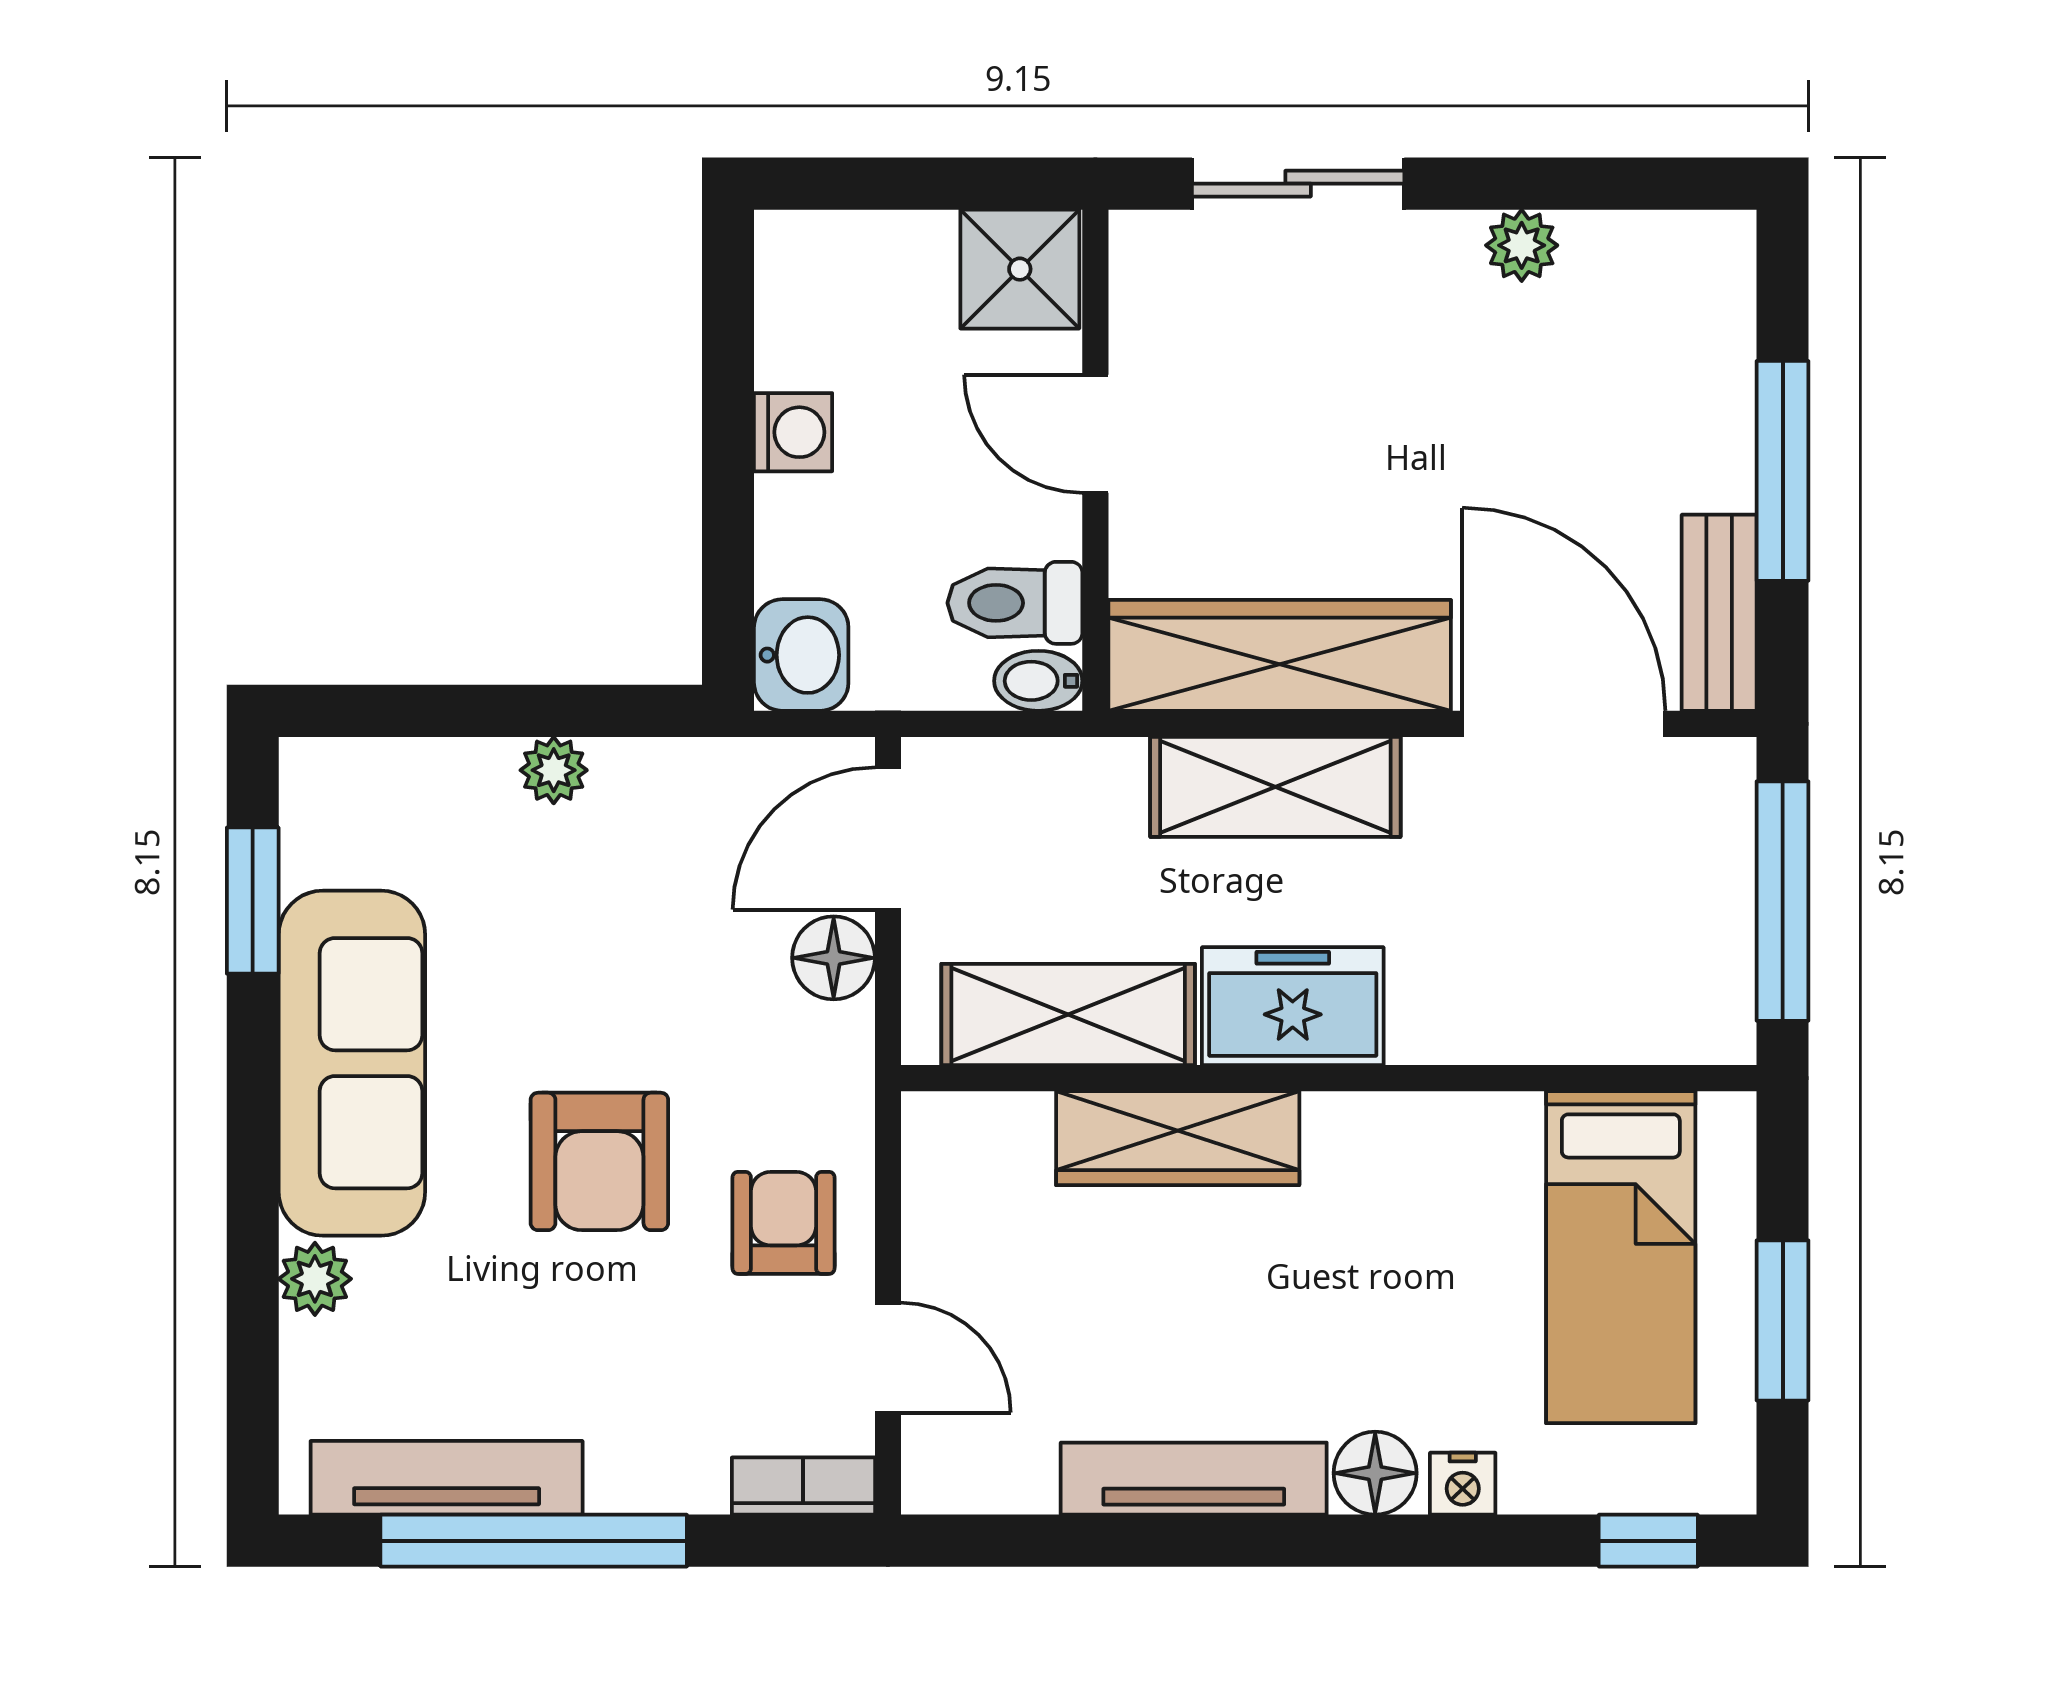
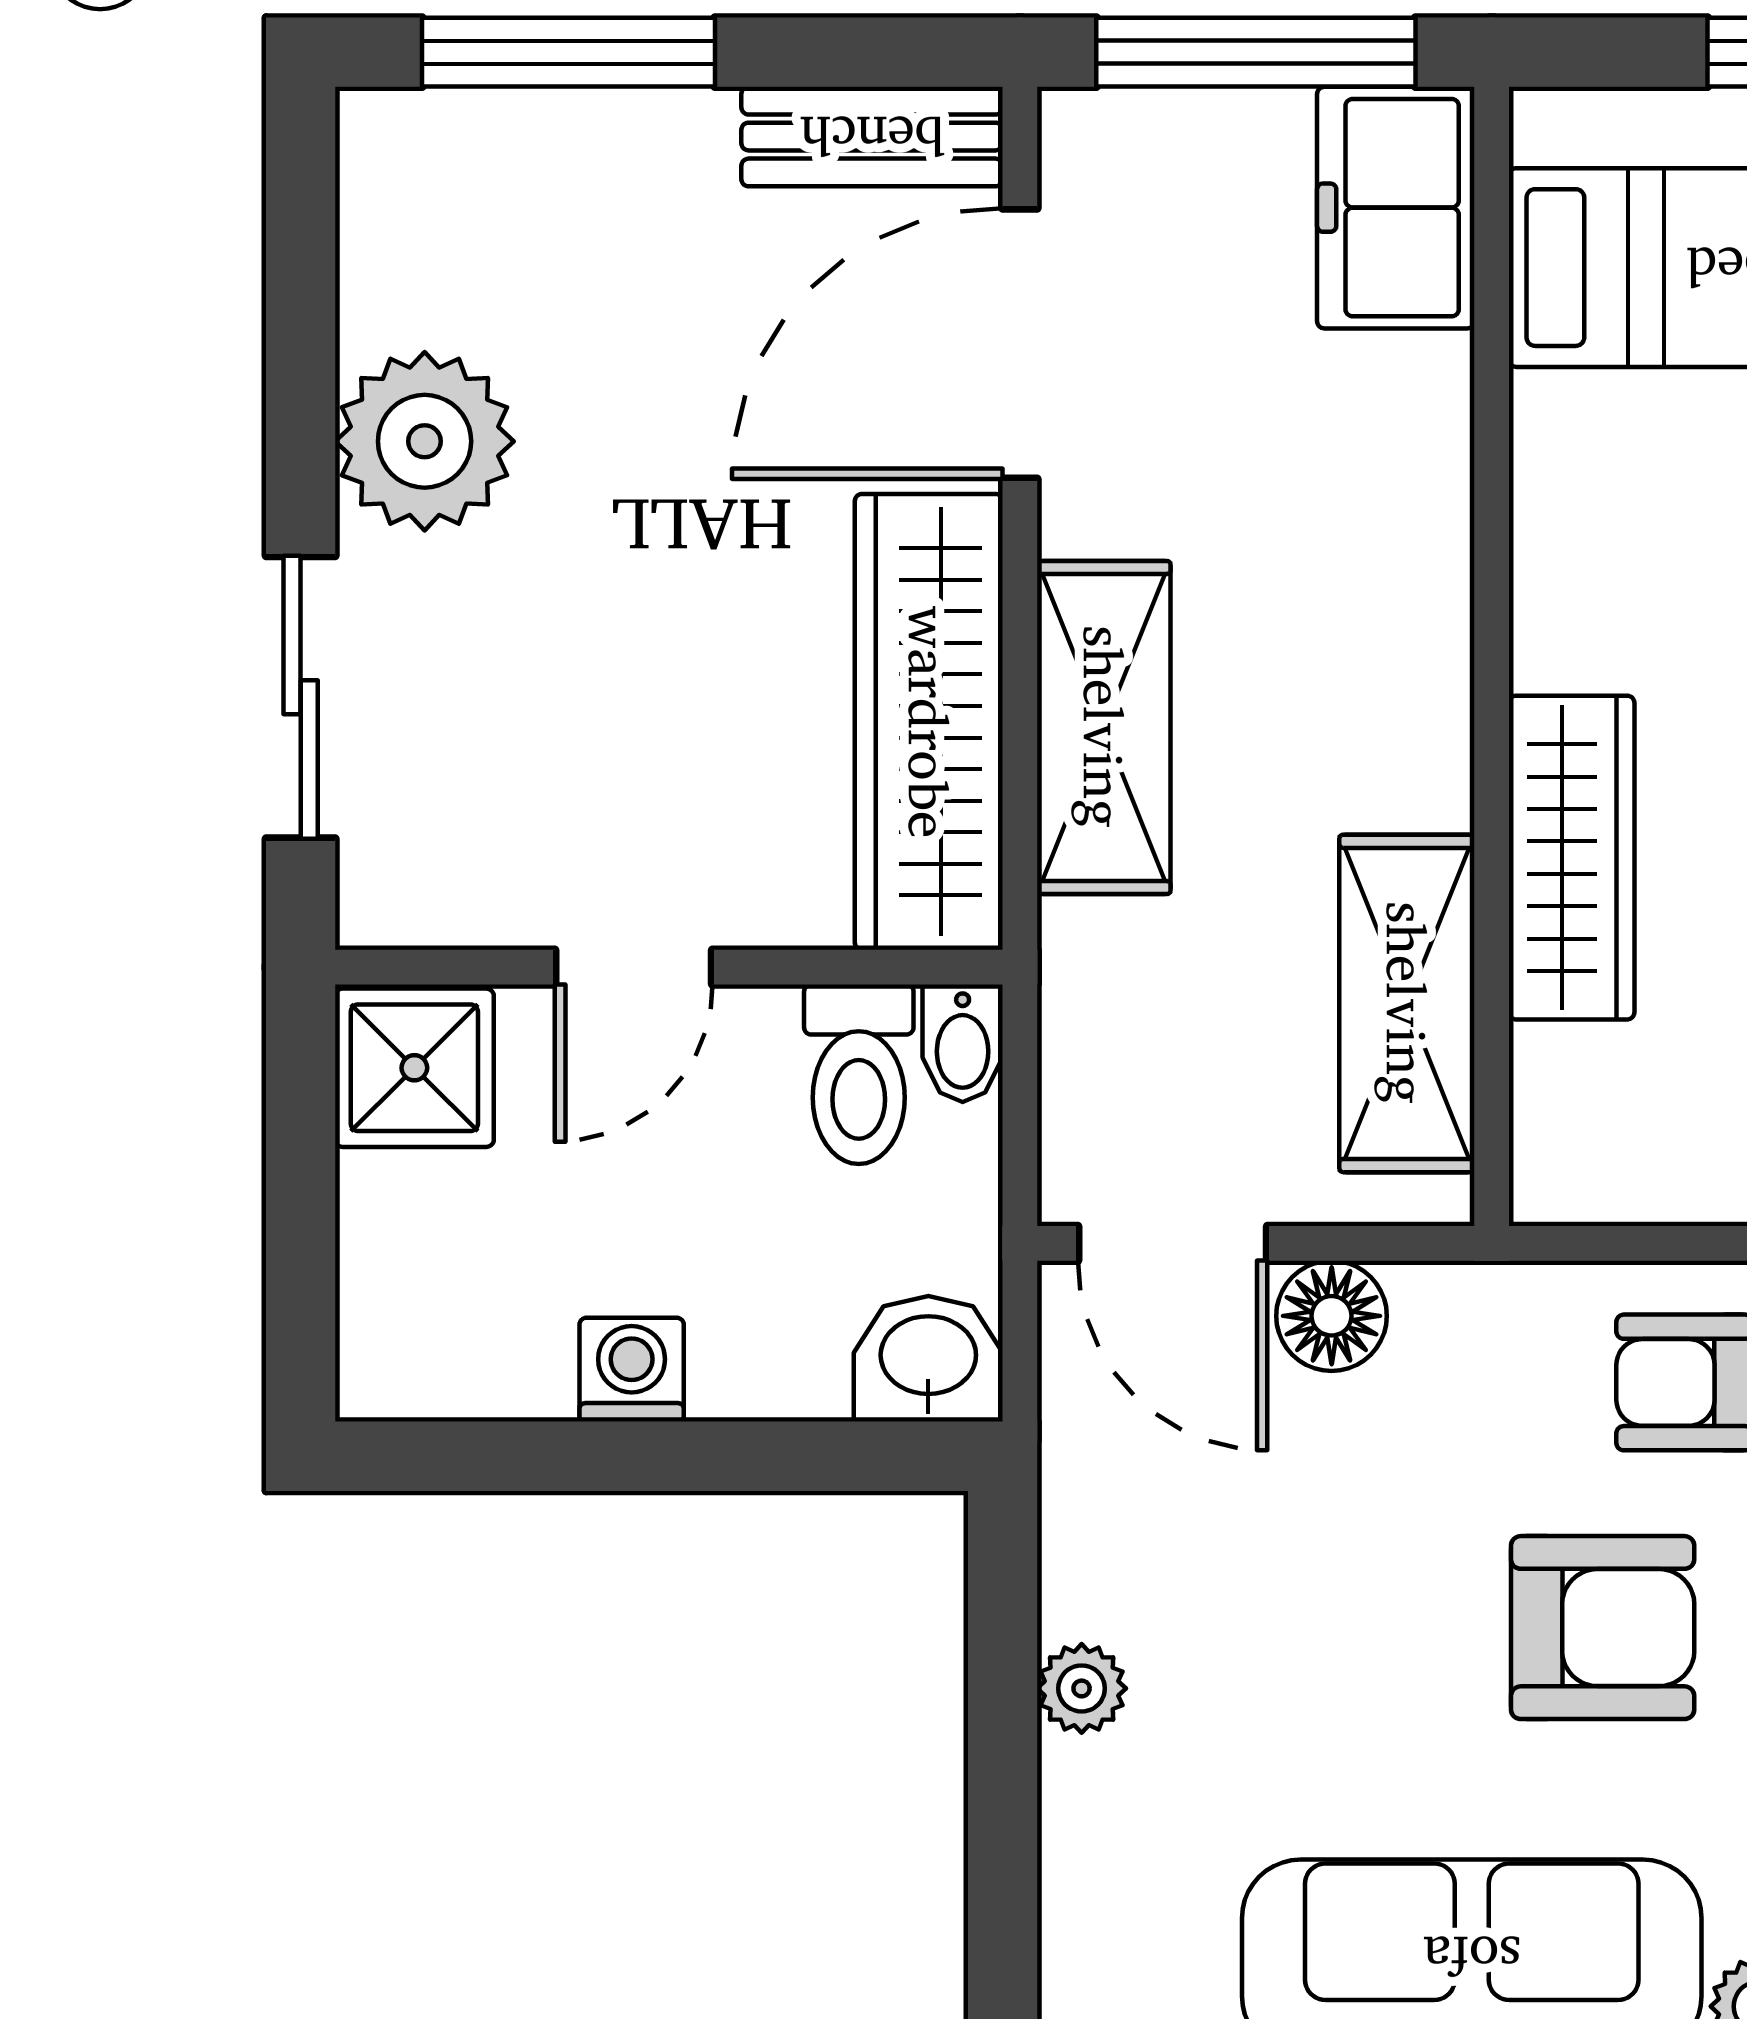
plant: (1522, 245) -> (425, 441), width x1.88, depth x1.88
window: (1783, 471) -> (568, 52), moved
freezer: (1293, 1006) -> (1396, 208), moved

